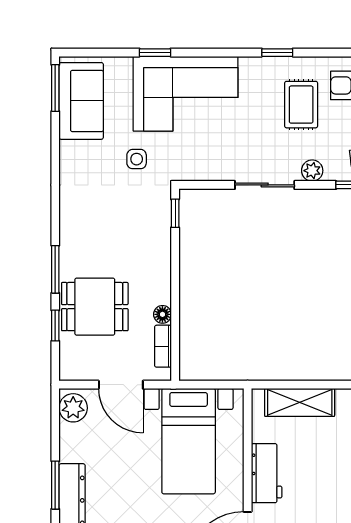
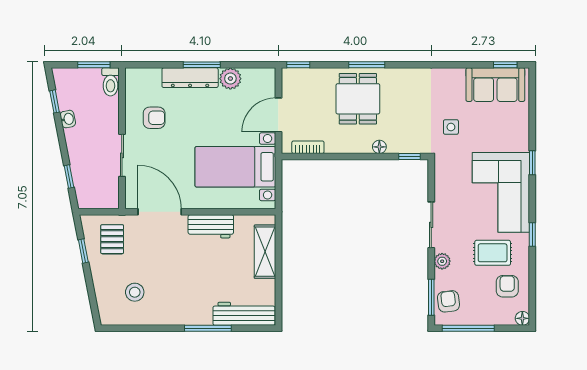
window: (155, 53) -> (532, 163), moved
window: (55, 88) -> (505, 65), width x0.67
corner sofa: (186, 94) -> (501, 192), moved
dining table: (95, 307) -> (358, 99), moved
floor lamp: (162, 314) -> (379, 147), moved
window: (55, 326) -> (298, 65), moved
plant: (73, 408) -> (230, 79), moved

